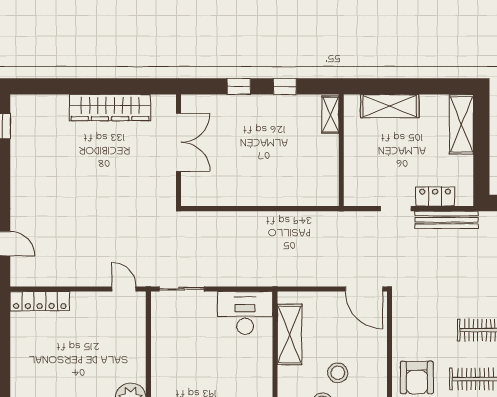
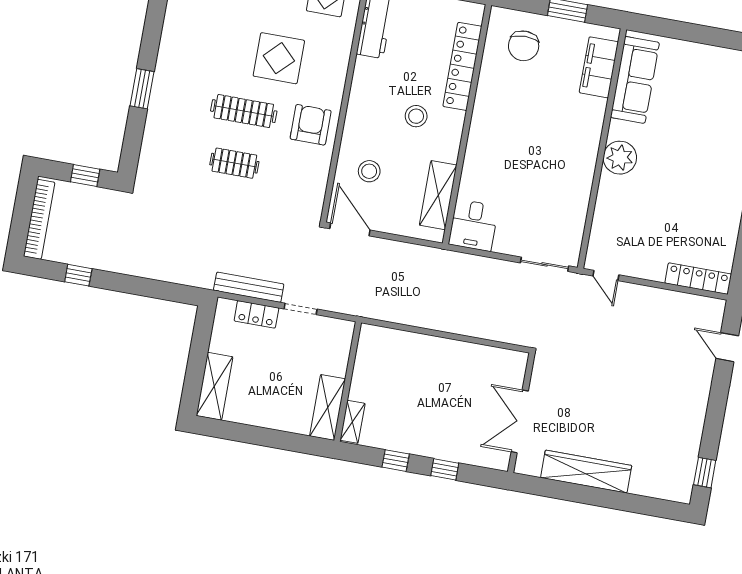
shelving: (390, 106) -> (328, 407), moved, turned 90
desk: (245, 313) -> (473, 225), width x0.73
stool: (338, 373) -> (369, 171), moved

